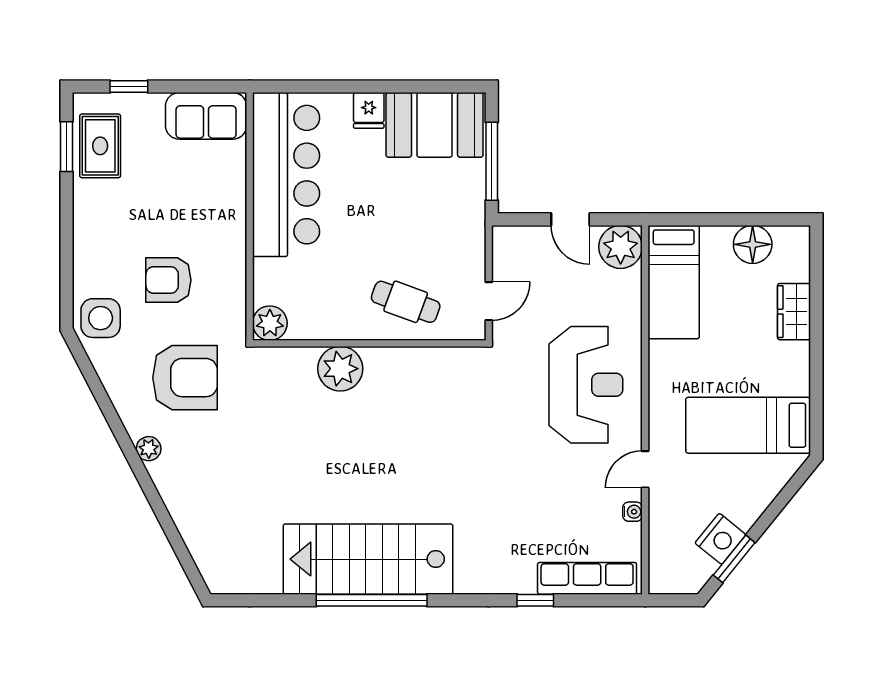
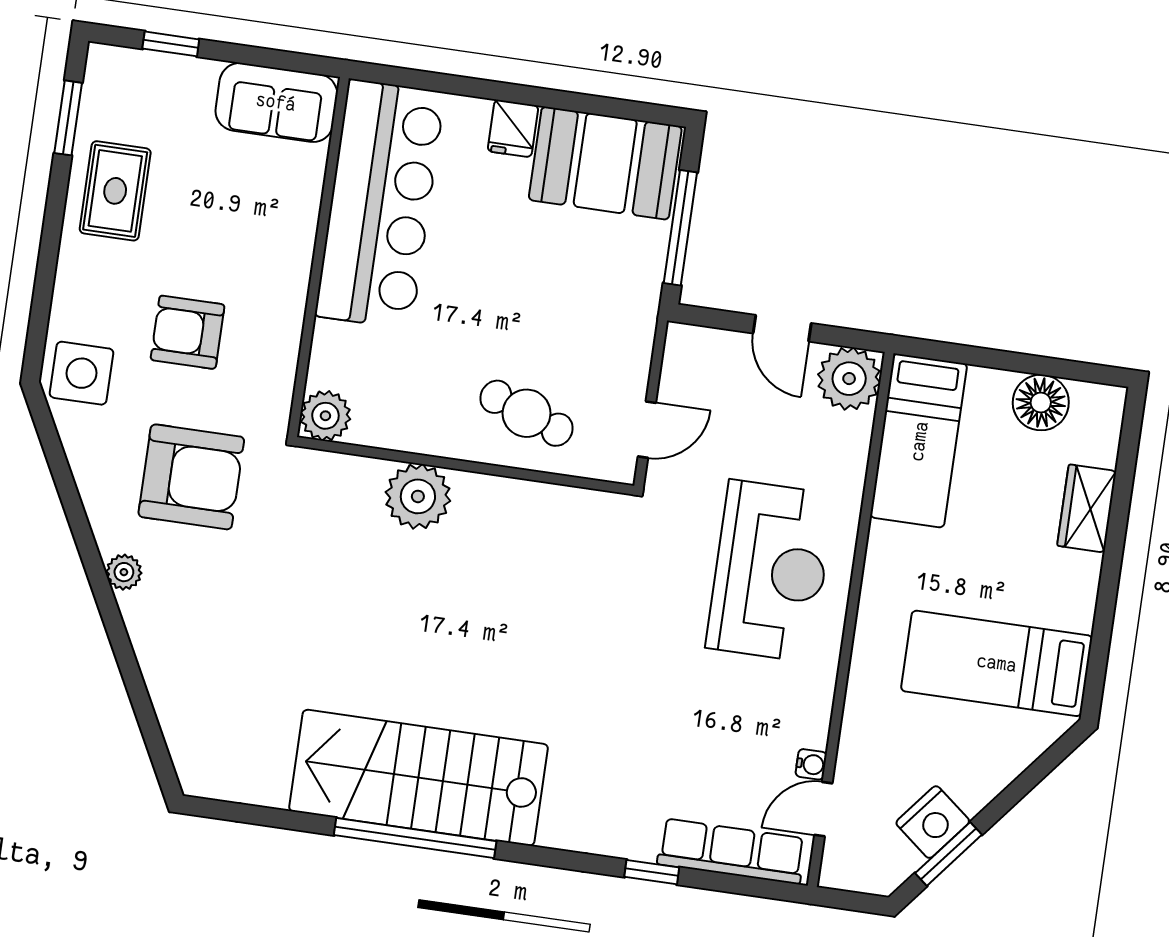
rug: (100, 146) -> (115, 191), moved
door: (645, 469) -> (823, 809), moved

